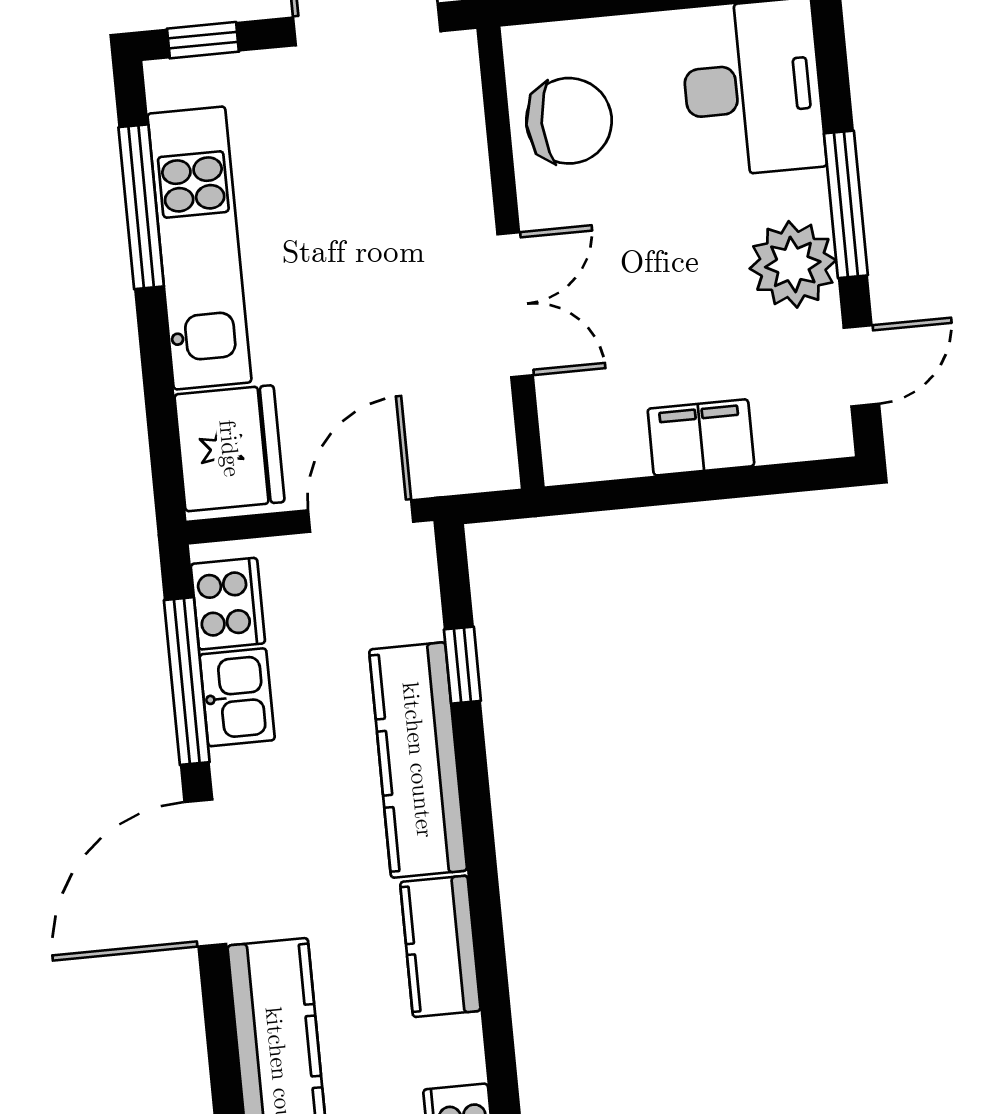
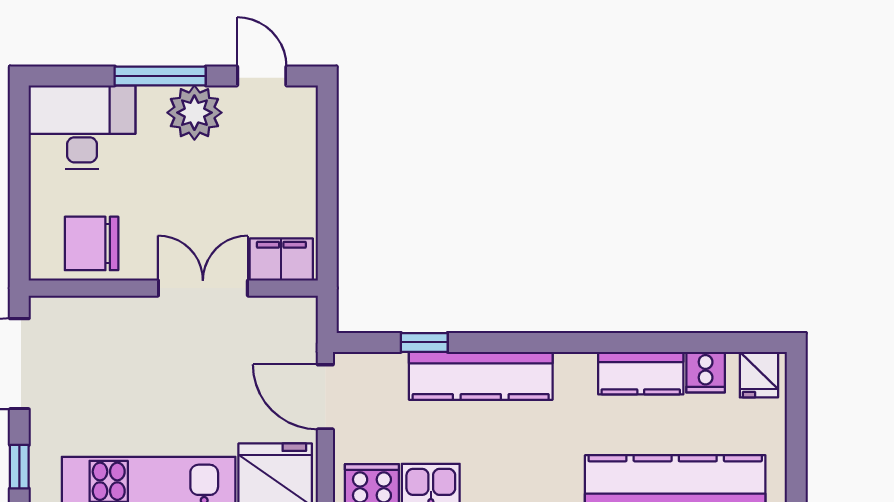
chair: (569, 121) -> (92, 243), turned -90
filing cabinet: (701, 437) -> (281, 259), moved, turned 90
kitchen counter: (440, 946) -> (641, 373), moved

